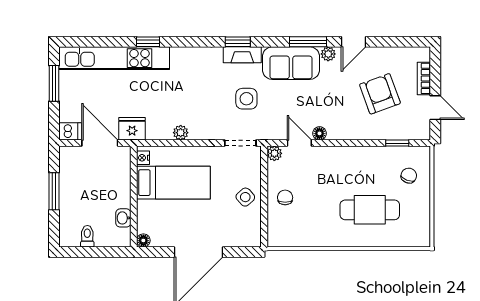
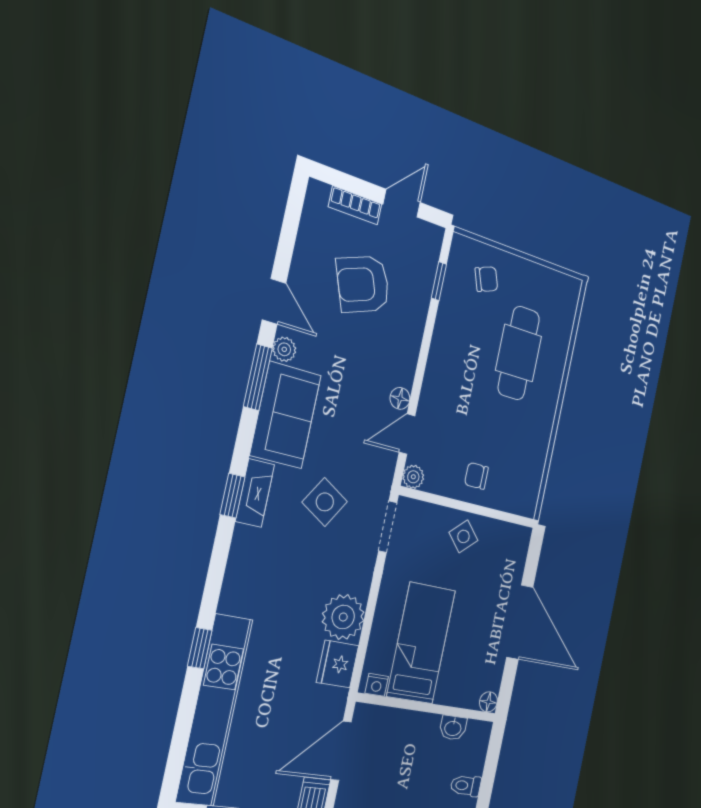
side table: (246, 99) -> (325, 502), turned 32
fridge: (132, 129) -> (337, 664), moved
plant: (181, 133) -> (343, 617), width x1.87, depth x1.87
chair: (409, 176) -> (486, 279), turned 139

